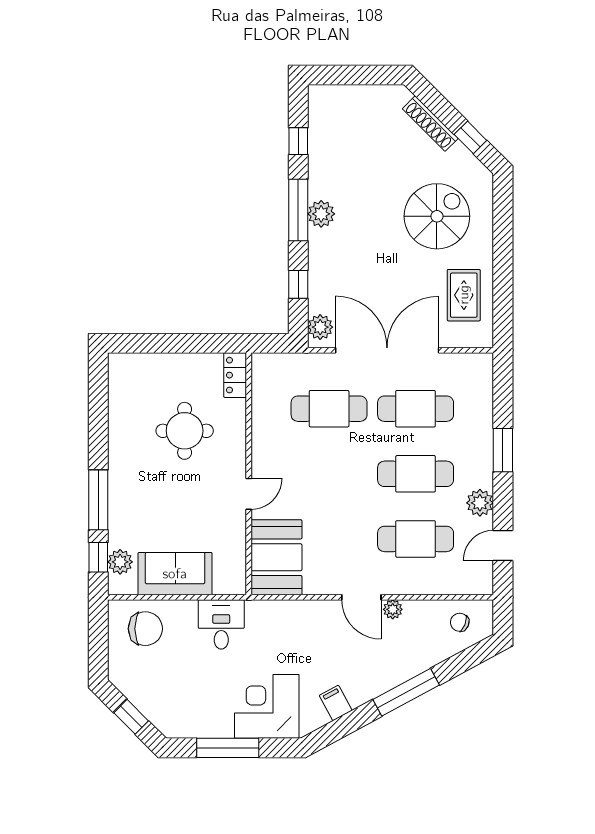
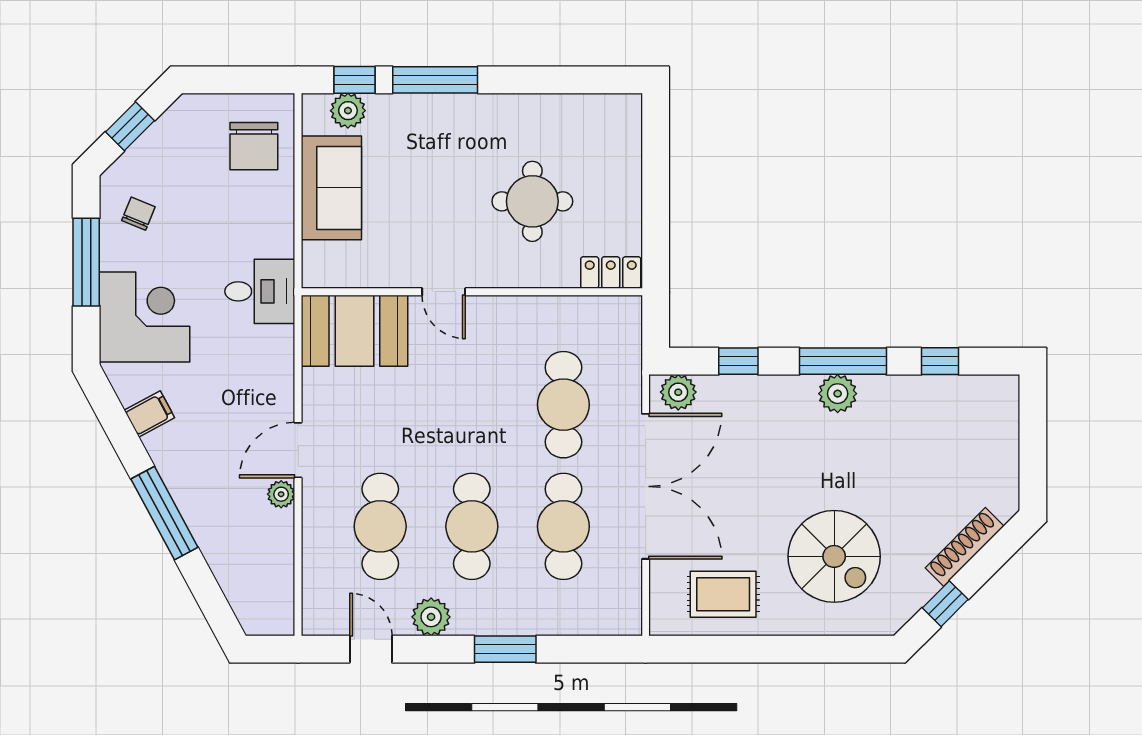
chair: (460, 622) -> (138, 214), moved
desk: (221, 624) -> (260, 291), moved

